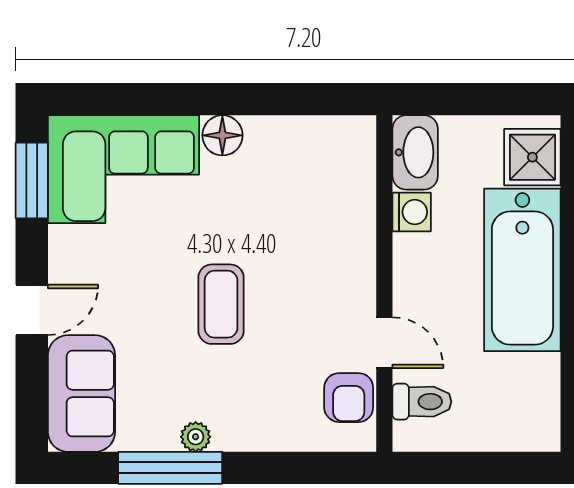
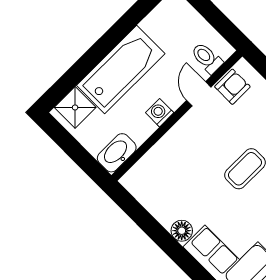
washing machine: (412, 212) -> (160, 113), moved

